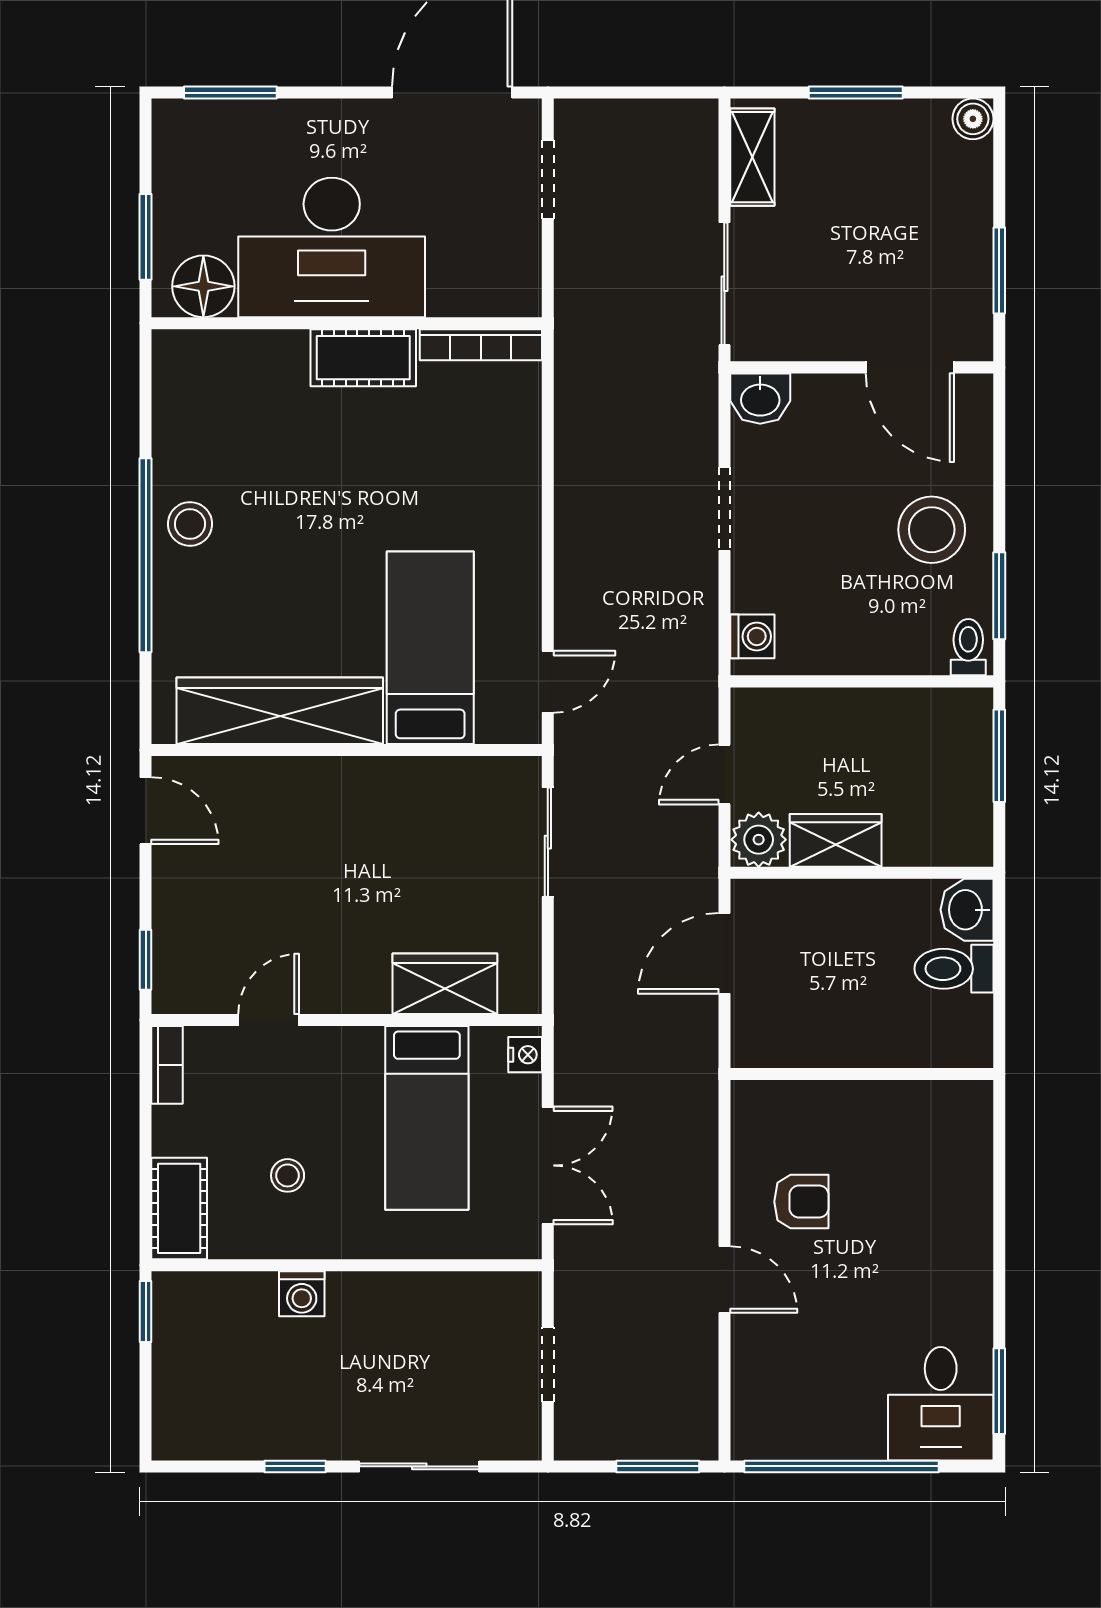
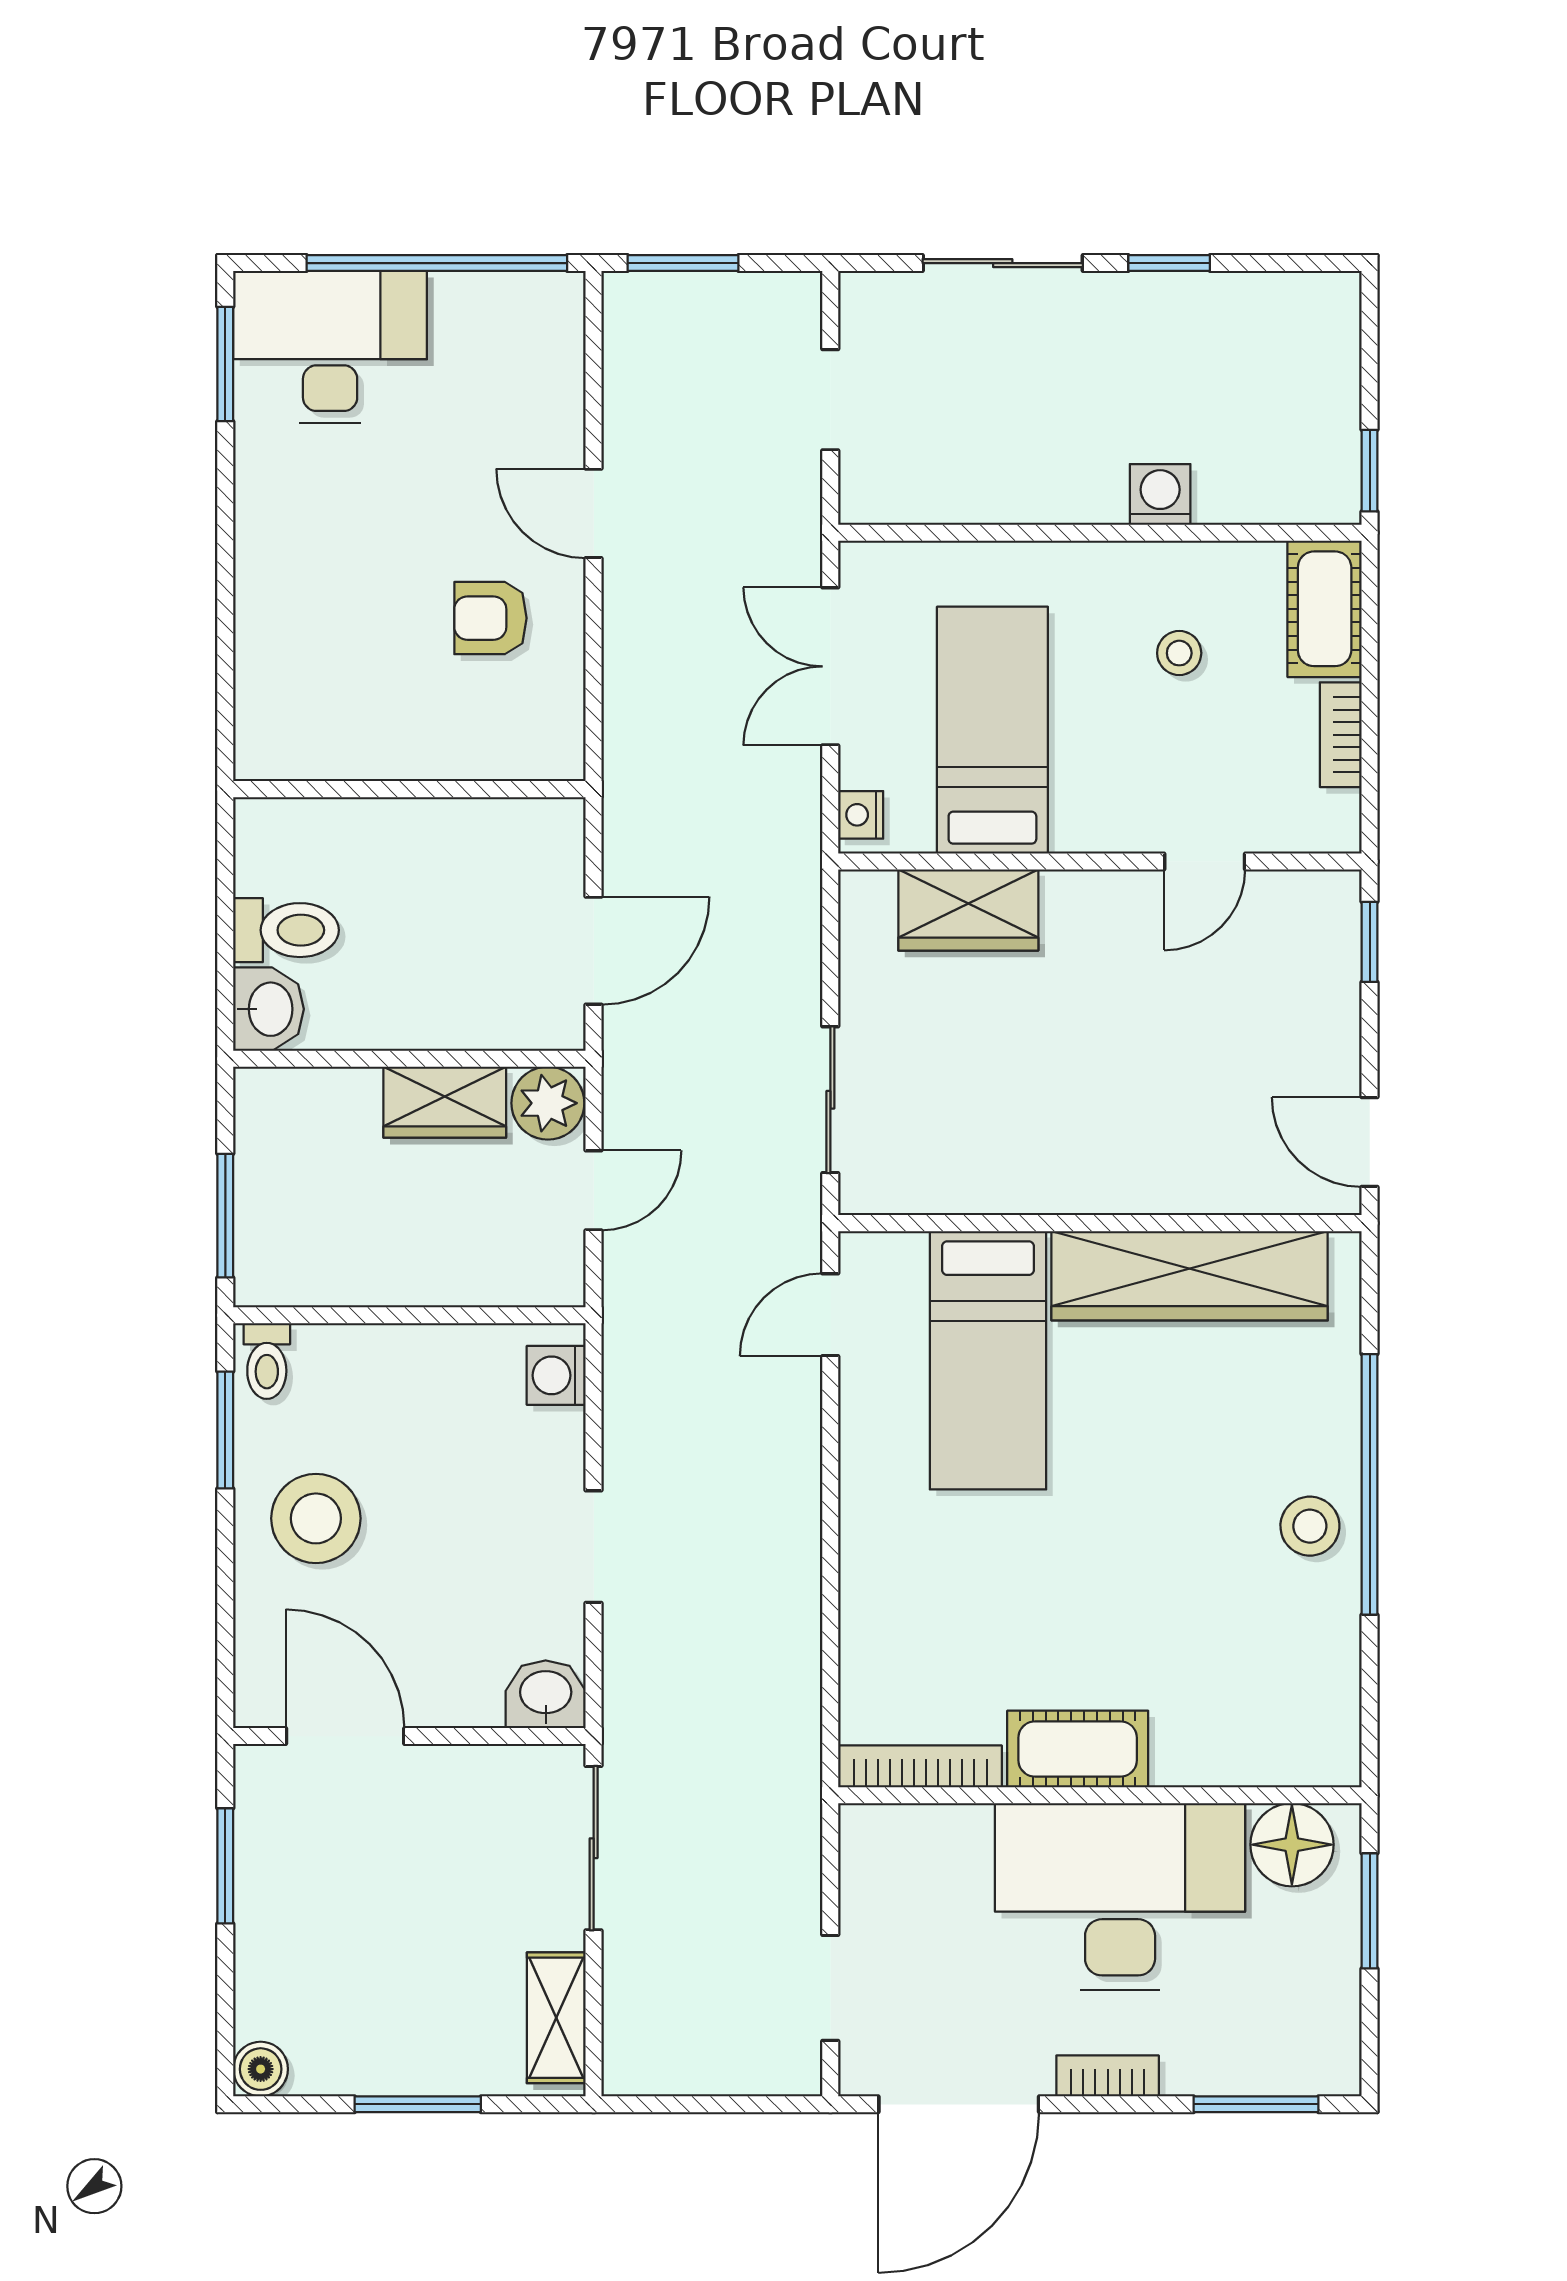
bookcase: (341, 114) -> (1108, 2076), added
bookcase: (167, 1065) -> (1341, 735), moved
desk: (941, 1404) -> (330, 347), width x1.37

